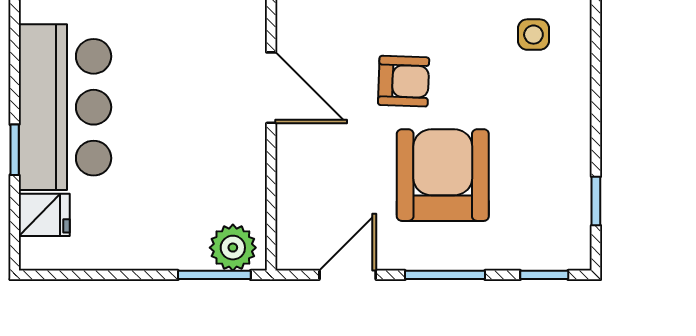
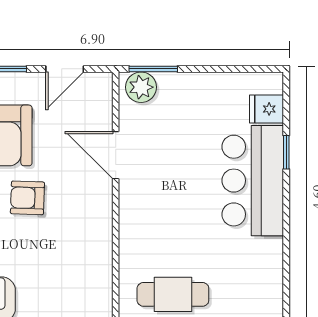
door: (271, 88) -> (116, 155), moved

